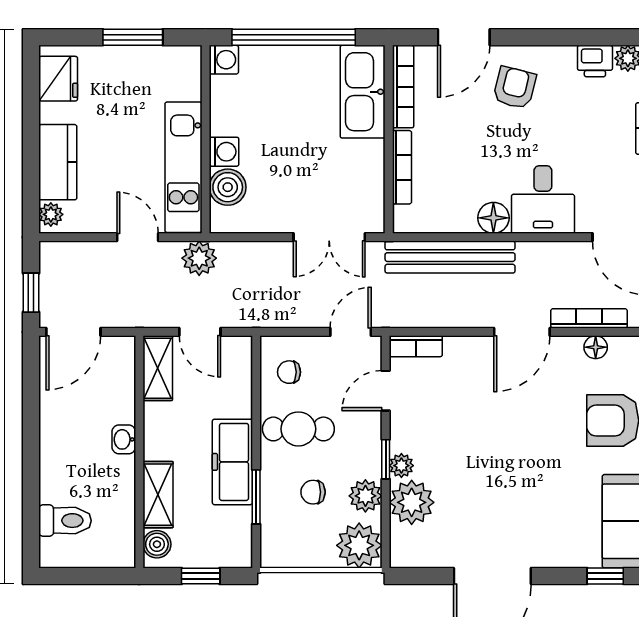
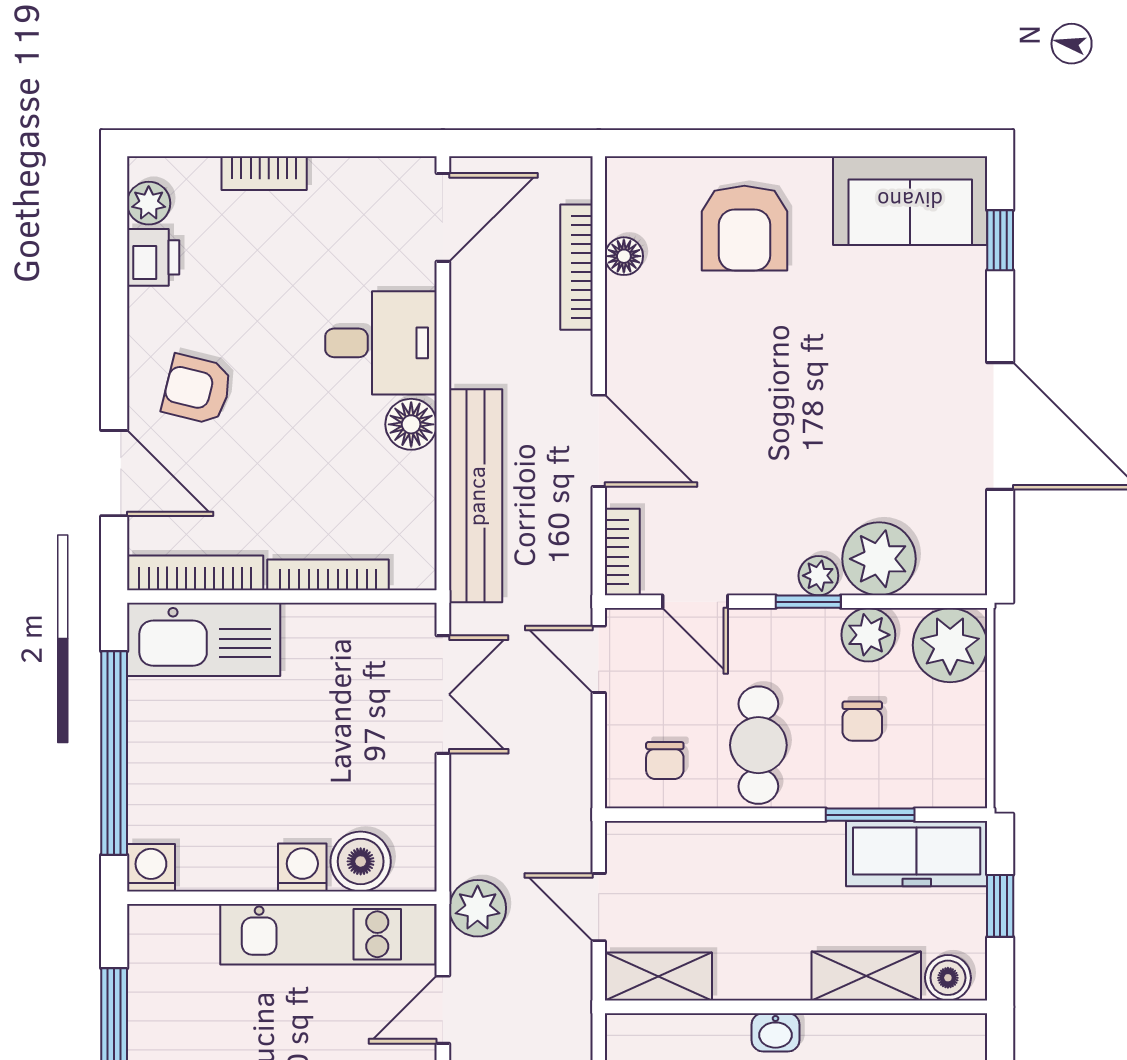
door: (200, 332) -> (599, 907), swing flipped
door: (522, 332) -> (599, 441), moved
freezer: (232, 462) -> (917, 854), moved

